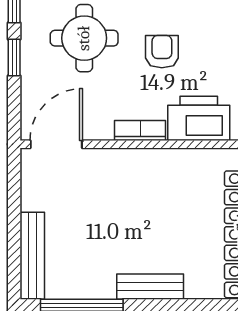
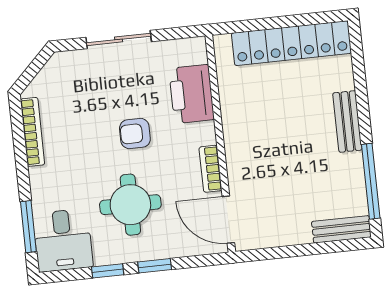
bookcase: (140, 130) -> (210, 169), moved
bench: (32, 256) -> (341, 229), width x0.73

